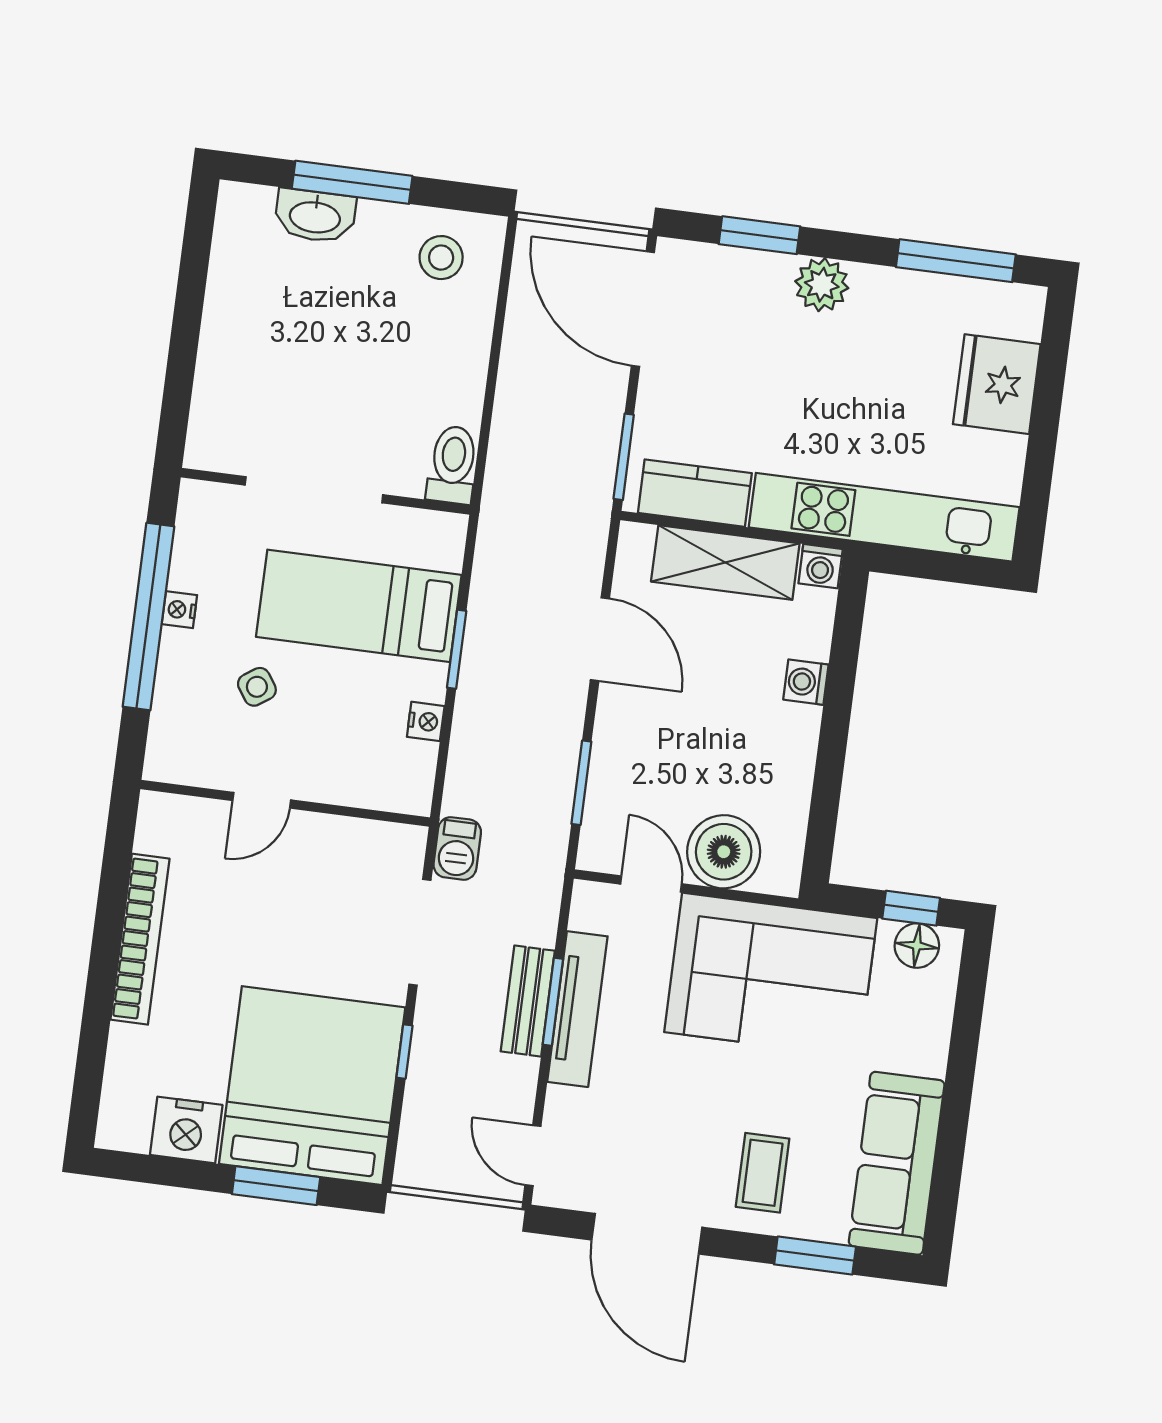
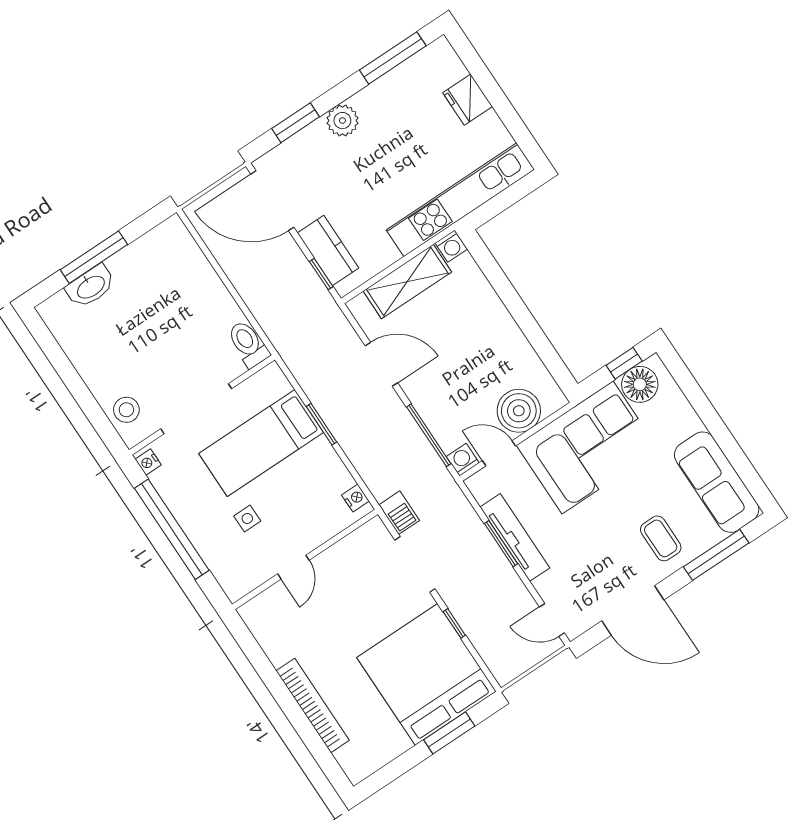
stool: (441, 258) -> (126, 410), moved
fridge: (997, 384) -> (468, 100), width x0.73, depth x0.75
window: (624, 457) -> (321, 274), width x0.67
kitchen counter: (695, 493) -> (328, 250), moved, turned 90
nightstand: (179, 610) -> (148, 462), moved
washing machine: (806, 682) -> (463, 460), moved, turned 90
side table: (257, 687) -> (247, 518), turned 34
nightstand: (426, 721) -> (355, 498), moved
window: (581, 783) -> (429, 435), width x1.44
bookcase: (140, 939) -> (313, 706), moved
floor lamp: (917, 946) -> (640, 384), width x1.38, depth x1.38
bench: (528, 1001) -> (490, 553), removed
nightstand: (186, 1130) -> (388, 743), removed
window: (815, 1256) -> (716, 555), width x1.44

